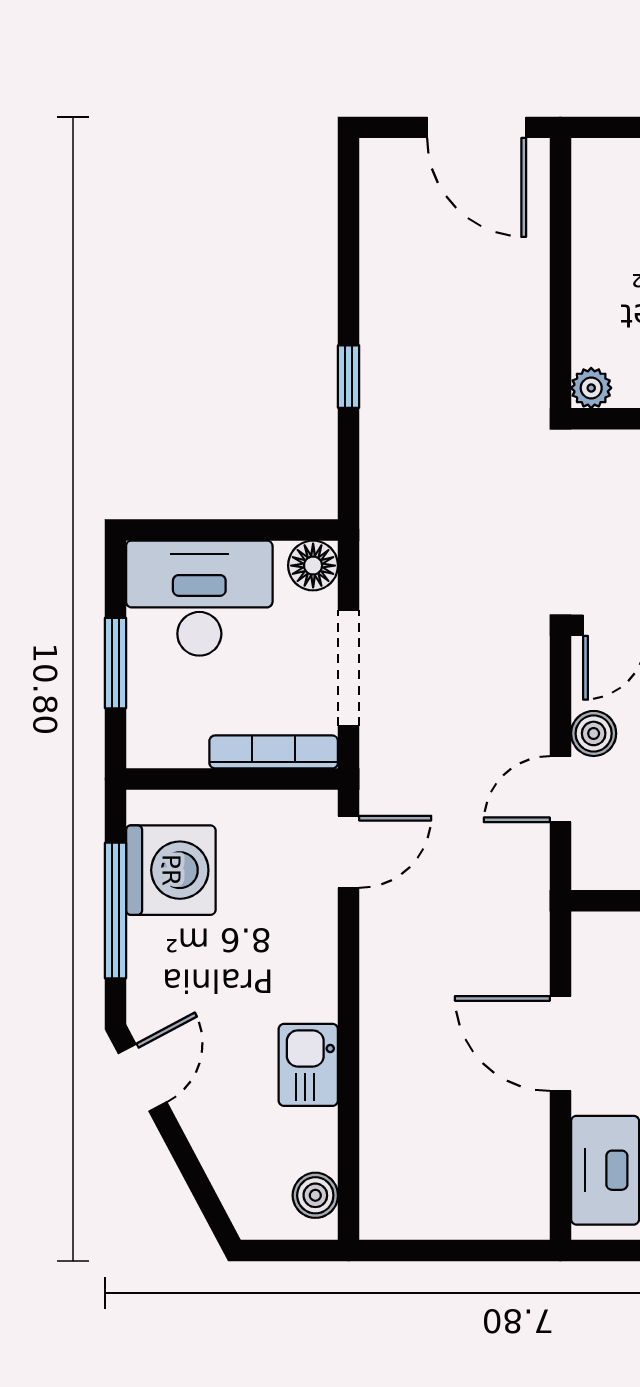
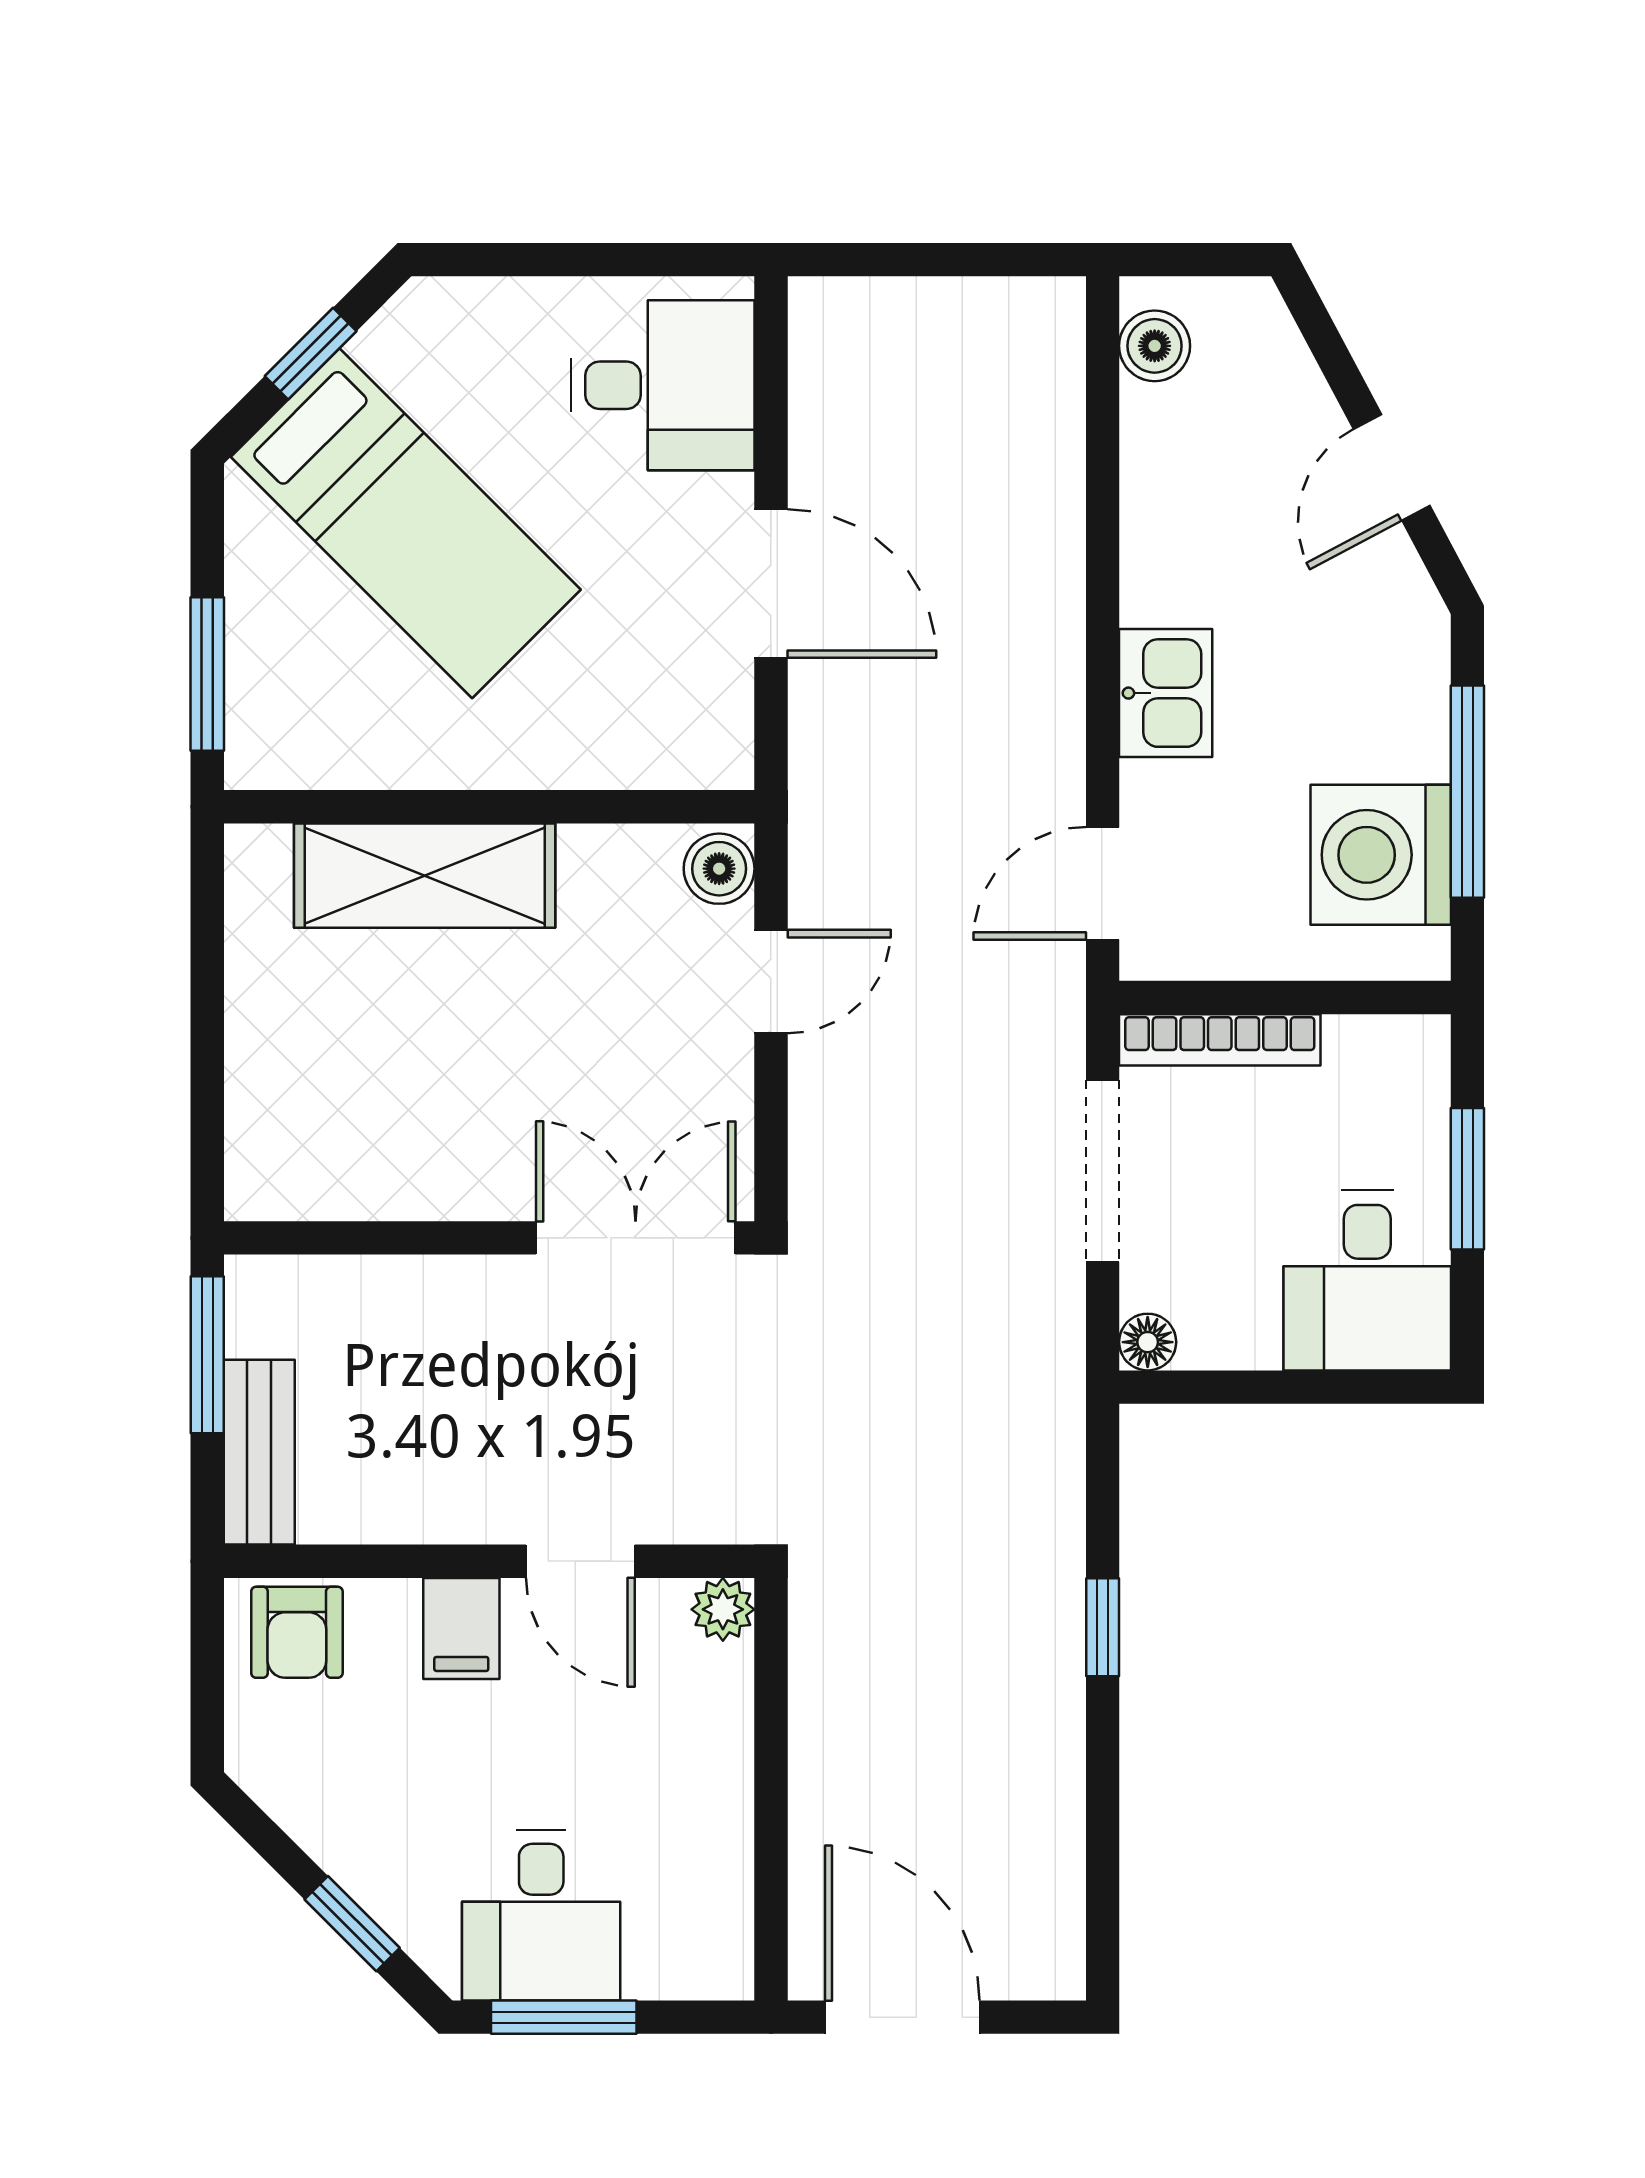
floor lamp: (313, 566) -> (1148, 1342), width x0.73, depth x0.73
desk: (199, 598) -> (1367, 1280), width x0.73
boiler: (594, 733) -> (719, 869), moved
kitchen sink: (308, 1065) -> (1166, 693), moved
door: (143, 1078) -> (1392, 467), moved

